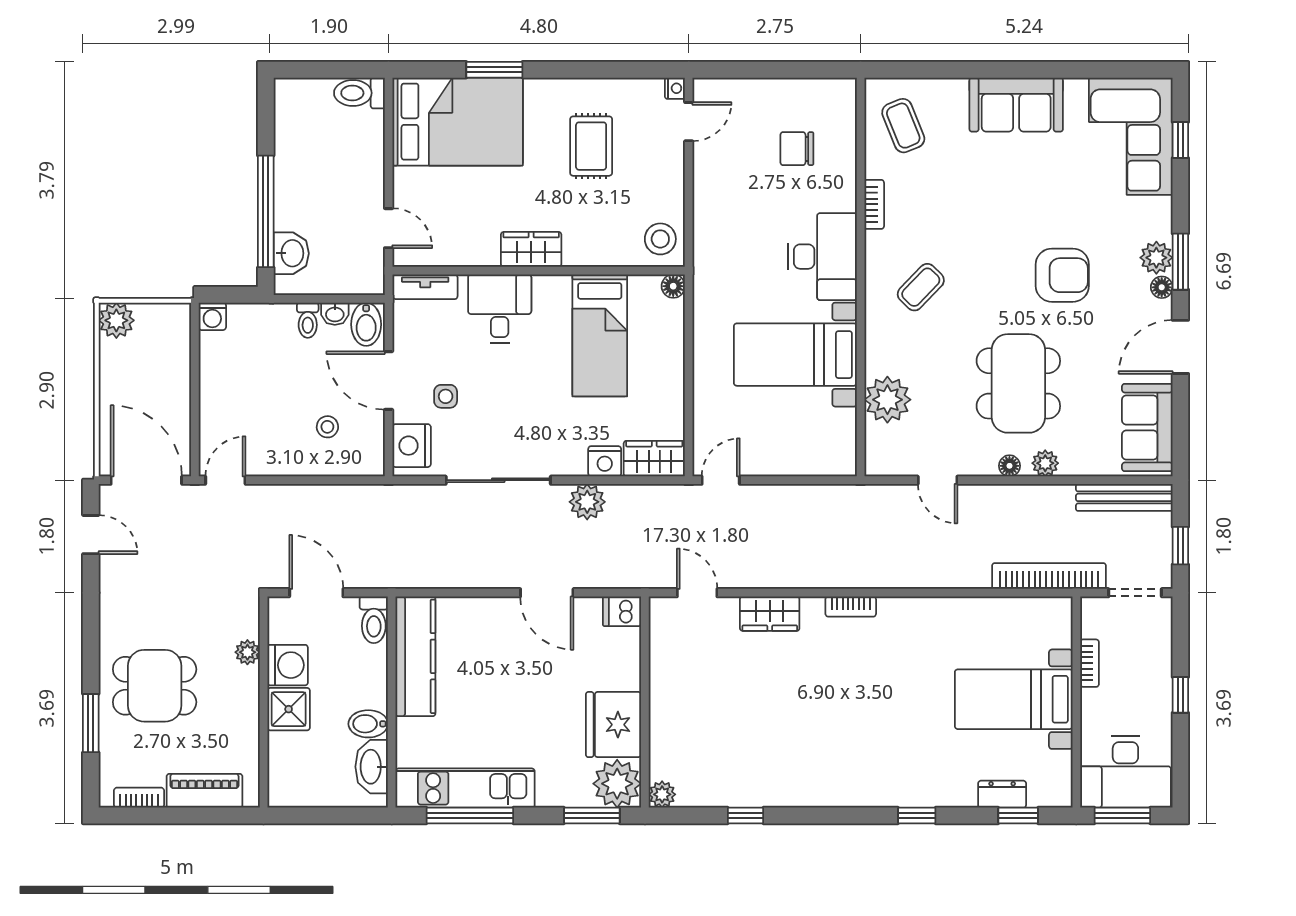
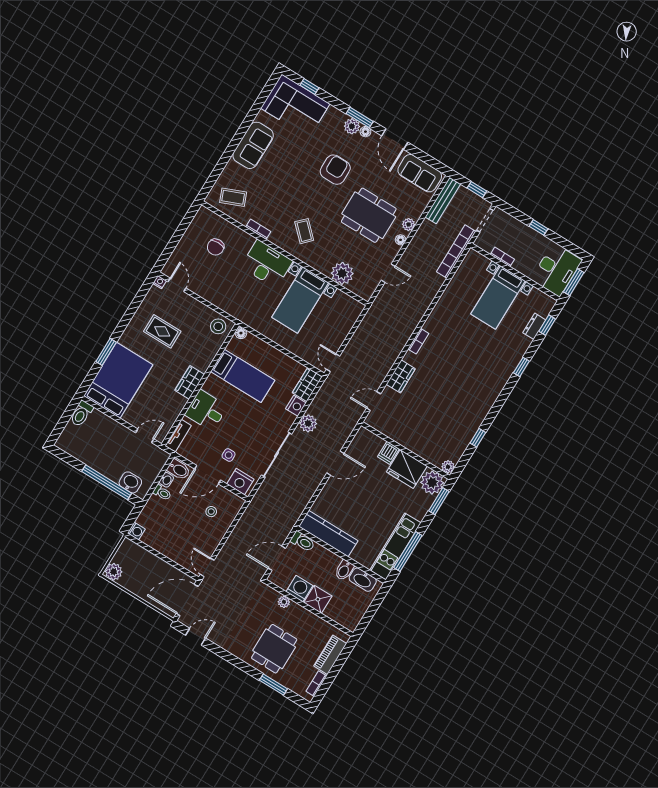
dishwasher: (622, 611) -> (388, 453), moved

